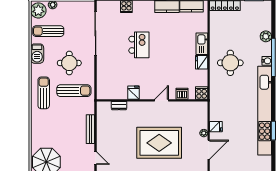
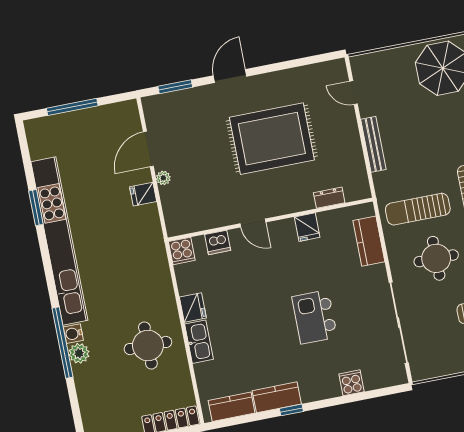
plant: (266, 36) -> (79, 353), moved
round table: (230, 63) -> (148, 345), moved
kitchen counter: (103, 79) -> (369, 241), added
door: (161, 100) -> (253, 223), hinge flipped
rug: (159, 143) -> (272, 139), moved

